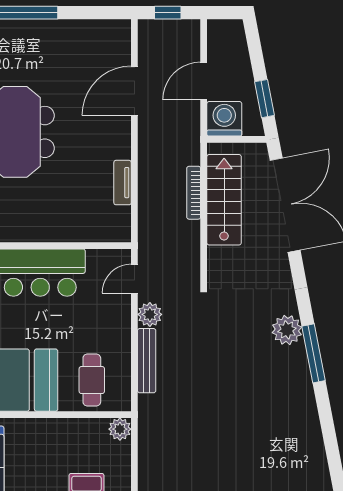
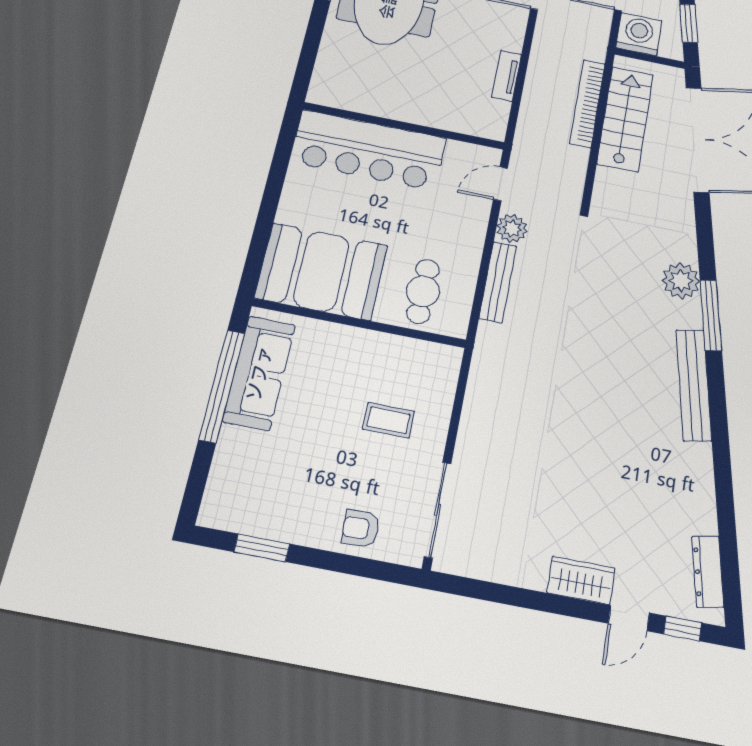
bookcase: (194, 193) -> (587, 103), width x1.48, depth x1.31
bench: (307, 412) -> (694, 385), added
plant: (120, 429) -> (447, 359), removed

